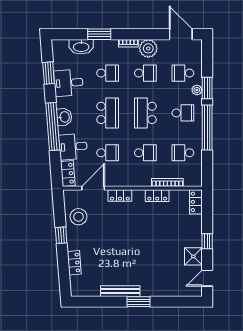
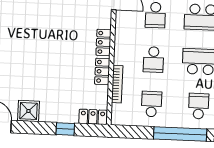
school desk: (183, 113) -> (199, 106), turned 180
locker: (120, 196) -> (104, 42), moved
window: (207, 241) -> (65, 129), moved

